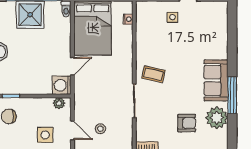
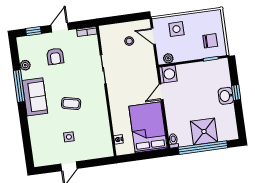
side table: (172, 17) -> (69, 137), moved
coffee table: (153, 74) -> (71, 104), moved
plant: (217, 118) -> (25, 65), width x0.53, depth x0.53
armchair: (187, 123) -> (55, 56), turned -90

